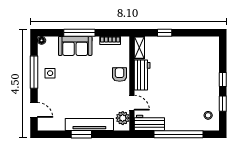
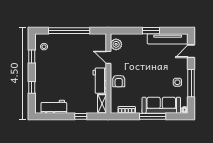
sofa: (75, 46) -> (161, 105), width x1.36
window: (223, 80) -> (32, 87), moved
door: (34, 110) -> (191, 51), hinge flipped
workbench: (149, 123) -> (54, 107), moved, turned 180
tv unit: (89, 125) -> (168, 39), moved

